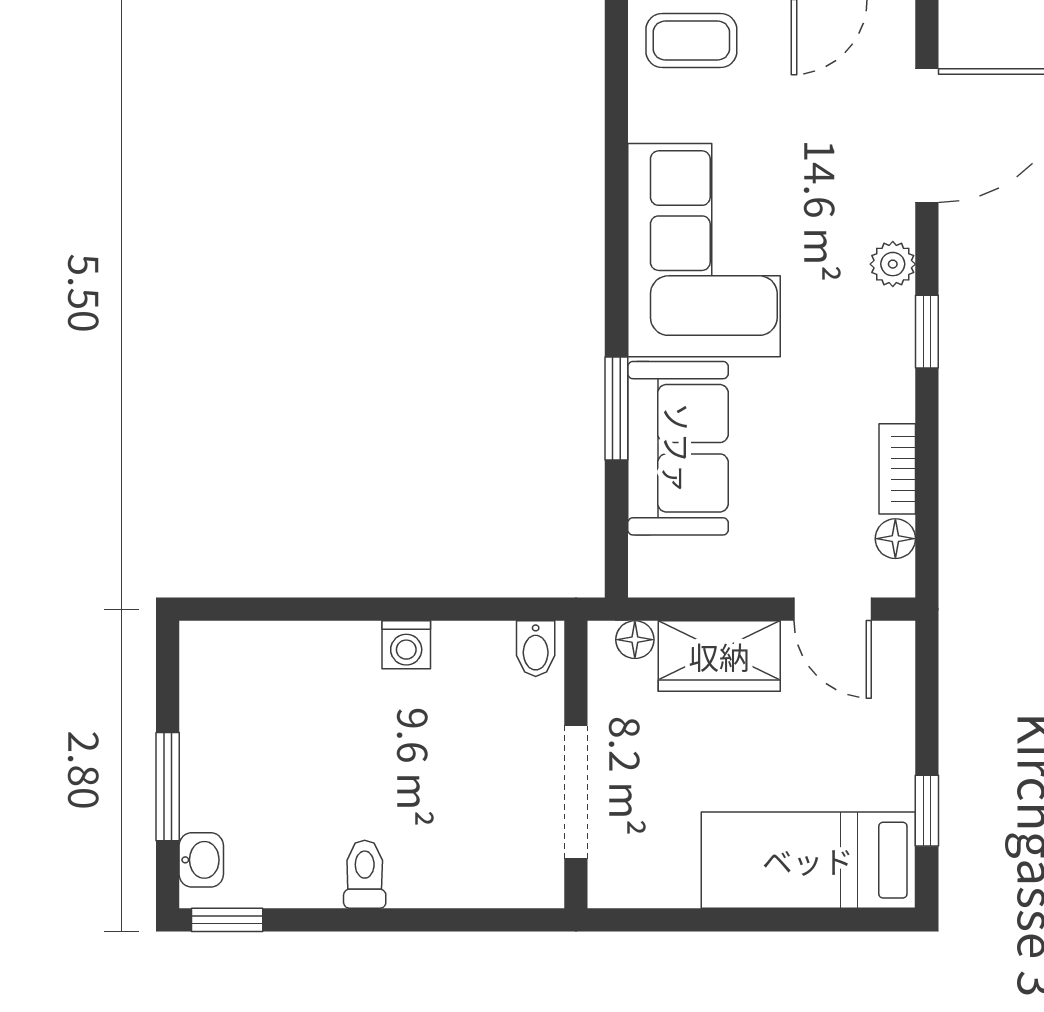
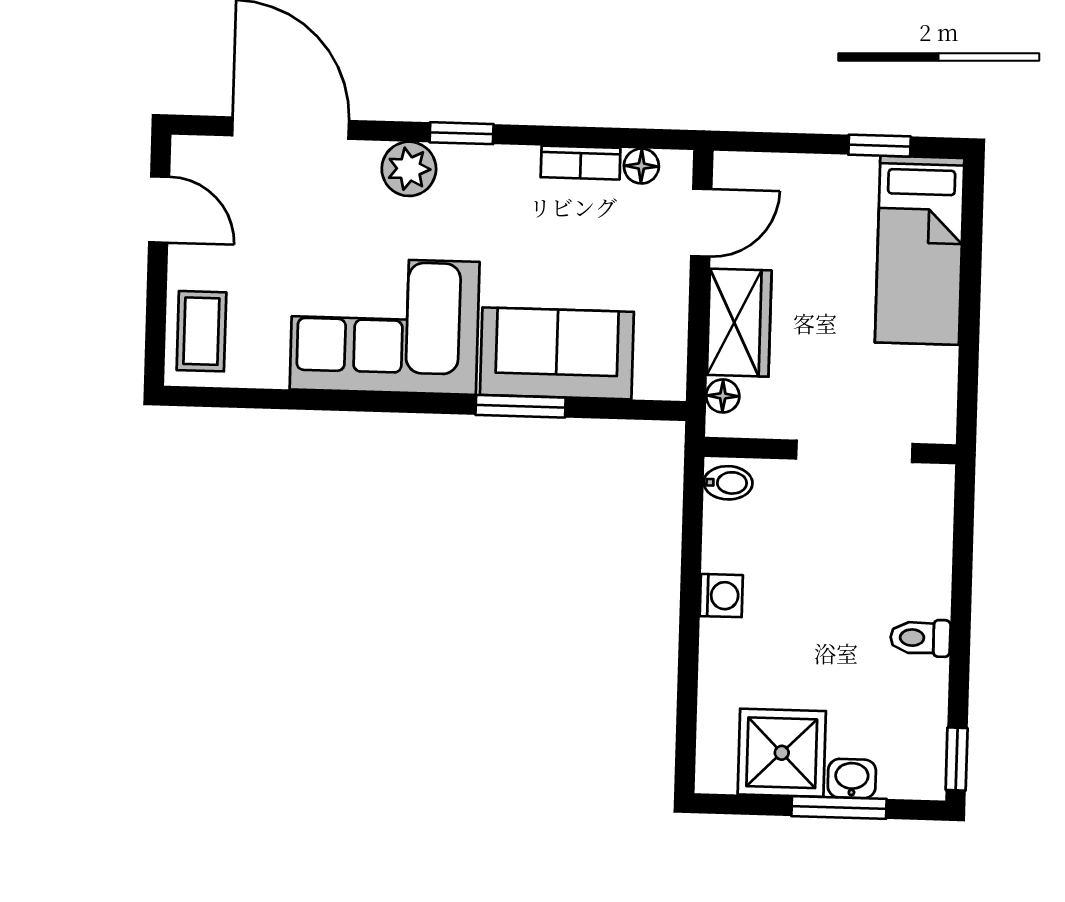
plant: (893, 264) -> (409, 169), width x1.38, depth x1.38
shower: (228, 719) -> (782, 753), added
washbasin: (201, 860) -> (852, 779), moved

